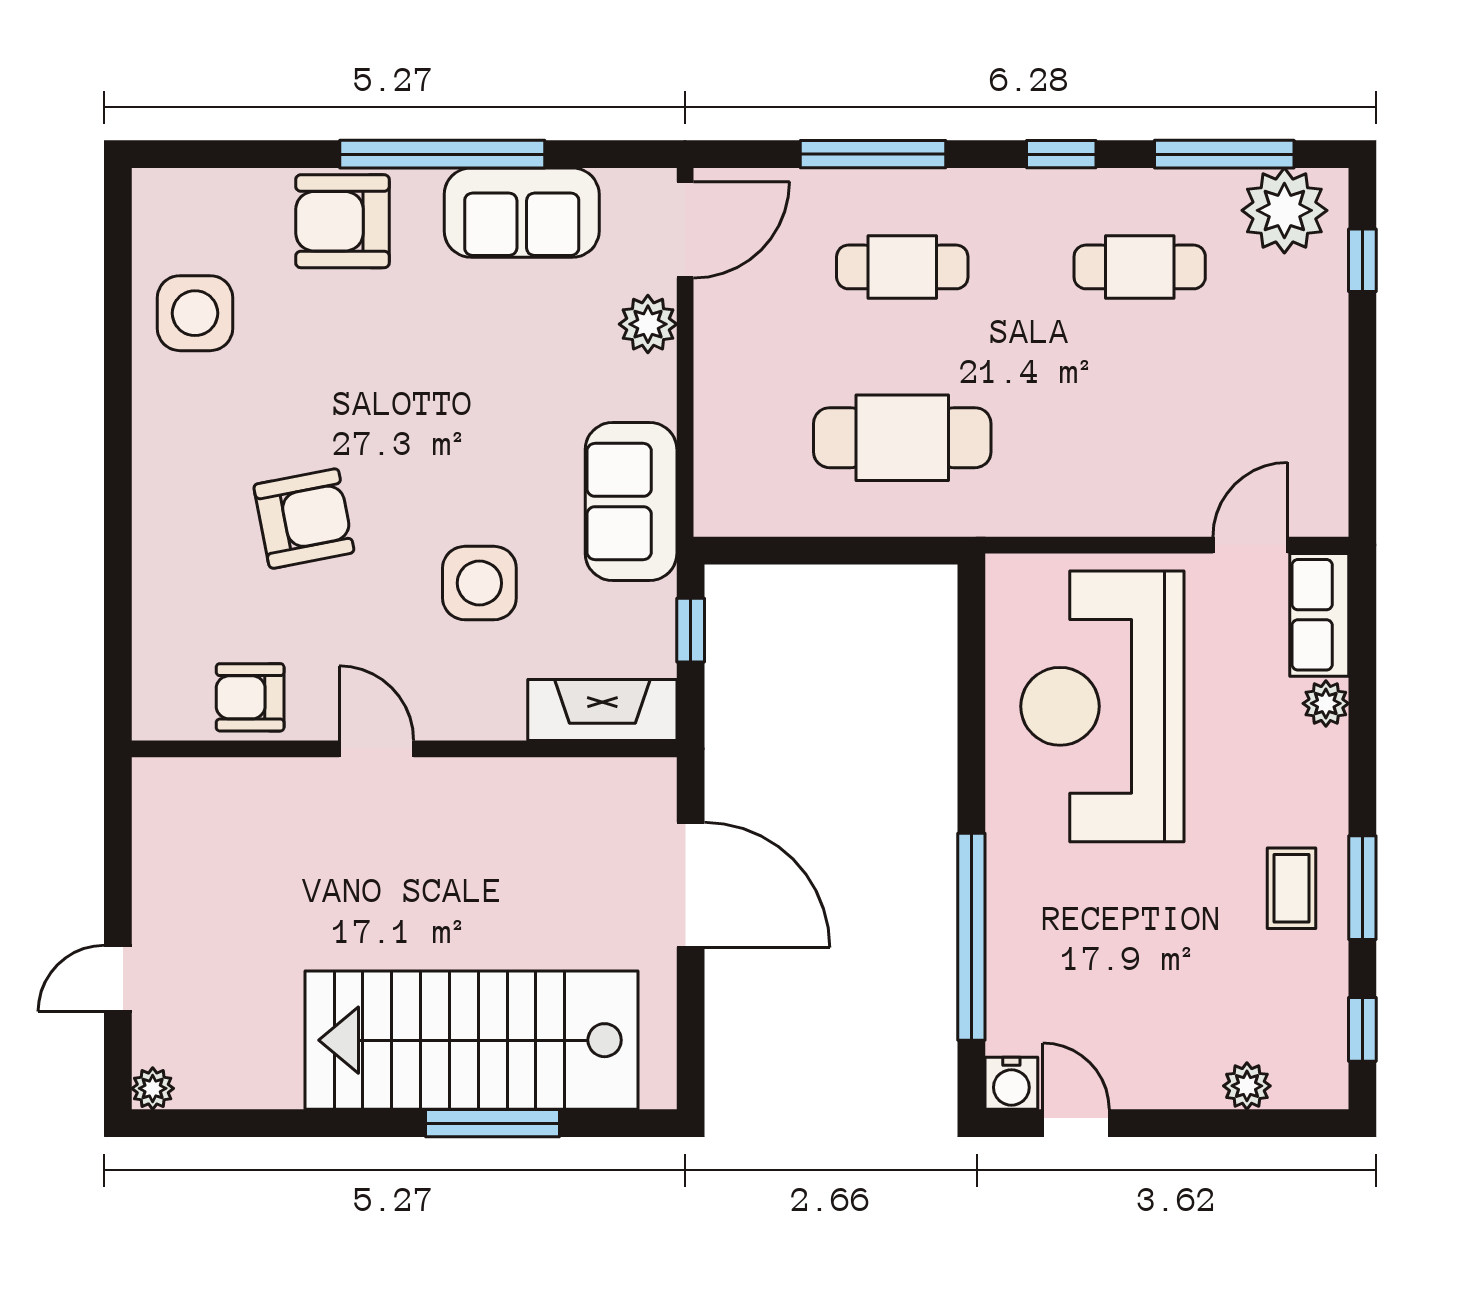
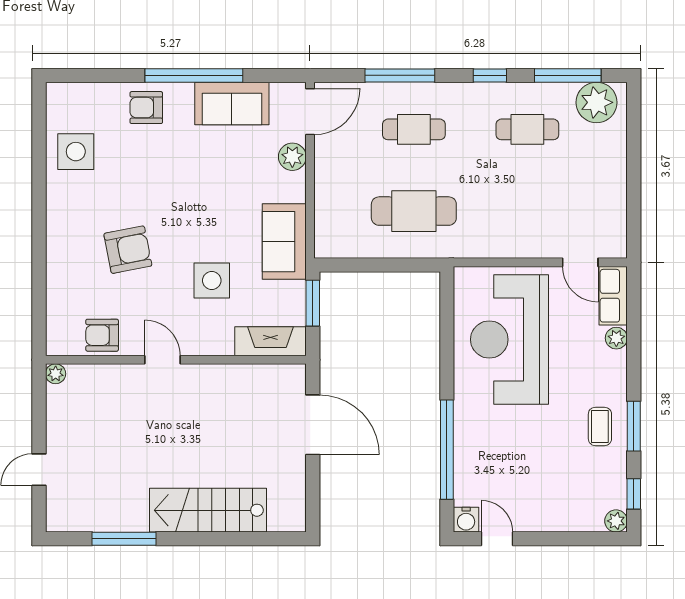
armchair: (343, 221) -> (146, 108), width x0.72, depth x0.72
window: (1362, 260) -> (634, 126), removed
door: (1250, 545) -> (580, 262), swing flipped
window: (691, 630) -> (313, 303), width x1.50
stairs: (472, 1040) -> (208, 510), width x0.73, depth x0.66
plant: (1247, 1086) -> (616, 521), moved
plant: (153, 1088) -> (56, 374), moved
window: (493, 1123) -> (124, 539), moved

